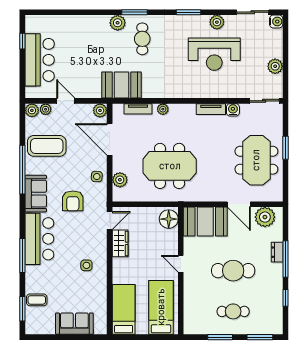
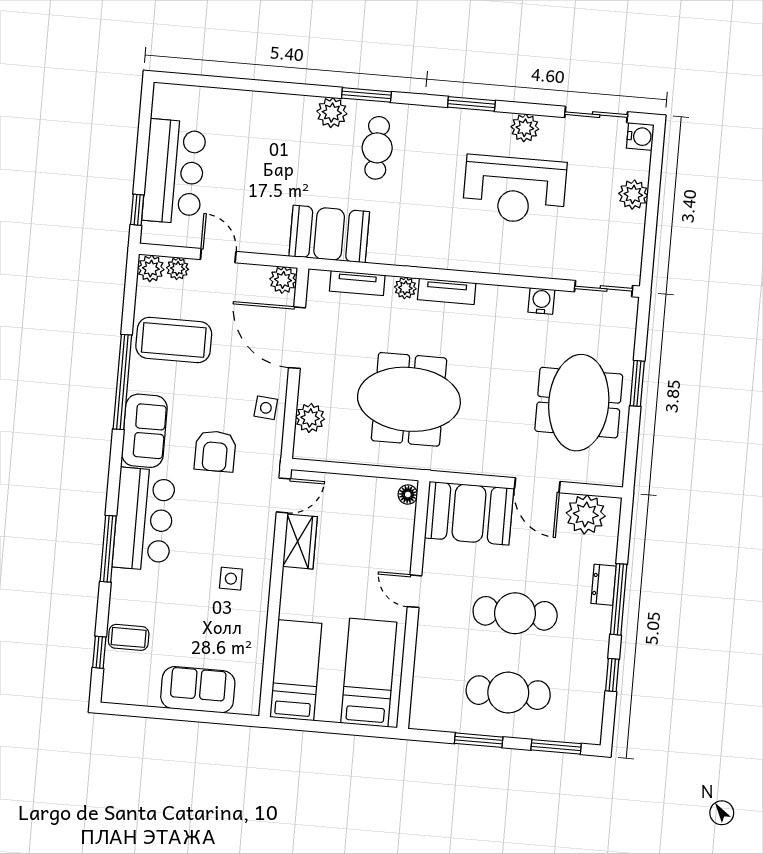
window: (22, 41) -> (137, 210), moved
plant: (275, 66) -> (633, 195), moved
tv unit: (211, 109) -> (447, 291), moved
floor lamp: (169, 219) -> (408, 495), width x0.53, depth x0.53
window: (22, 309) -> (99, 652), width x0.67
cafe table: (233, 311) -> (508, 693), width x1.37, depth x1.35

